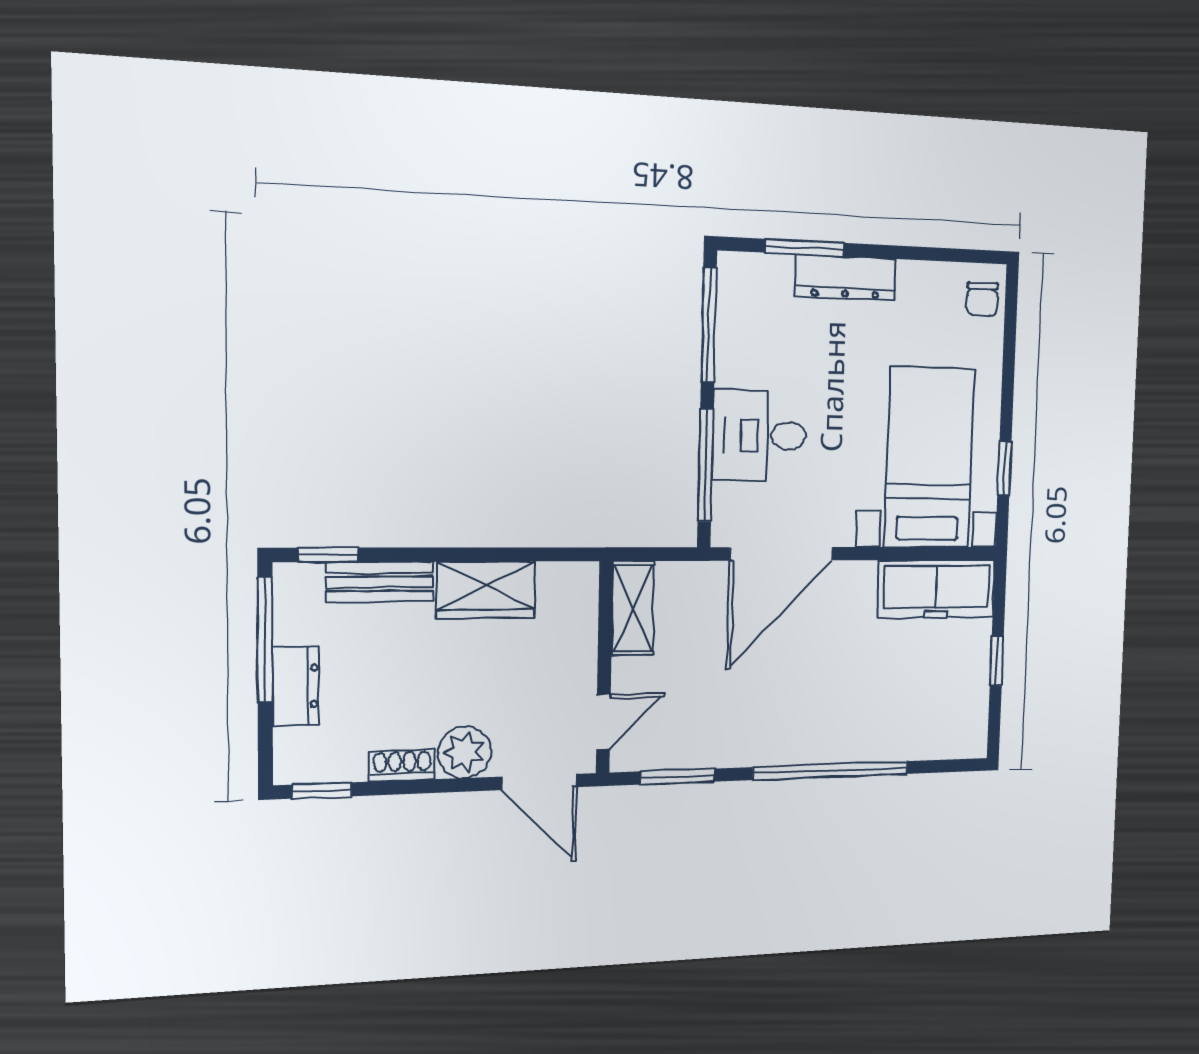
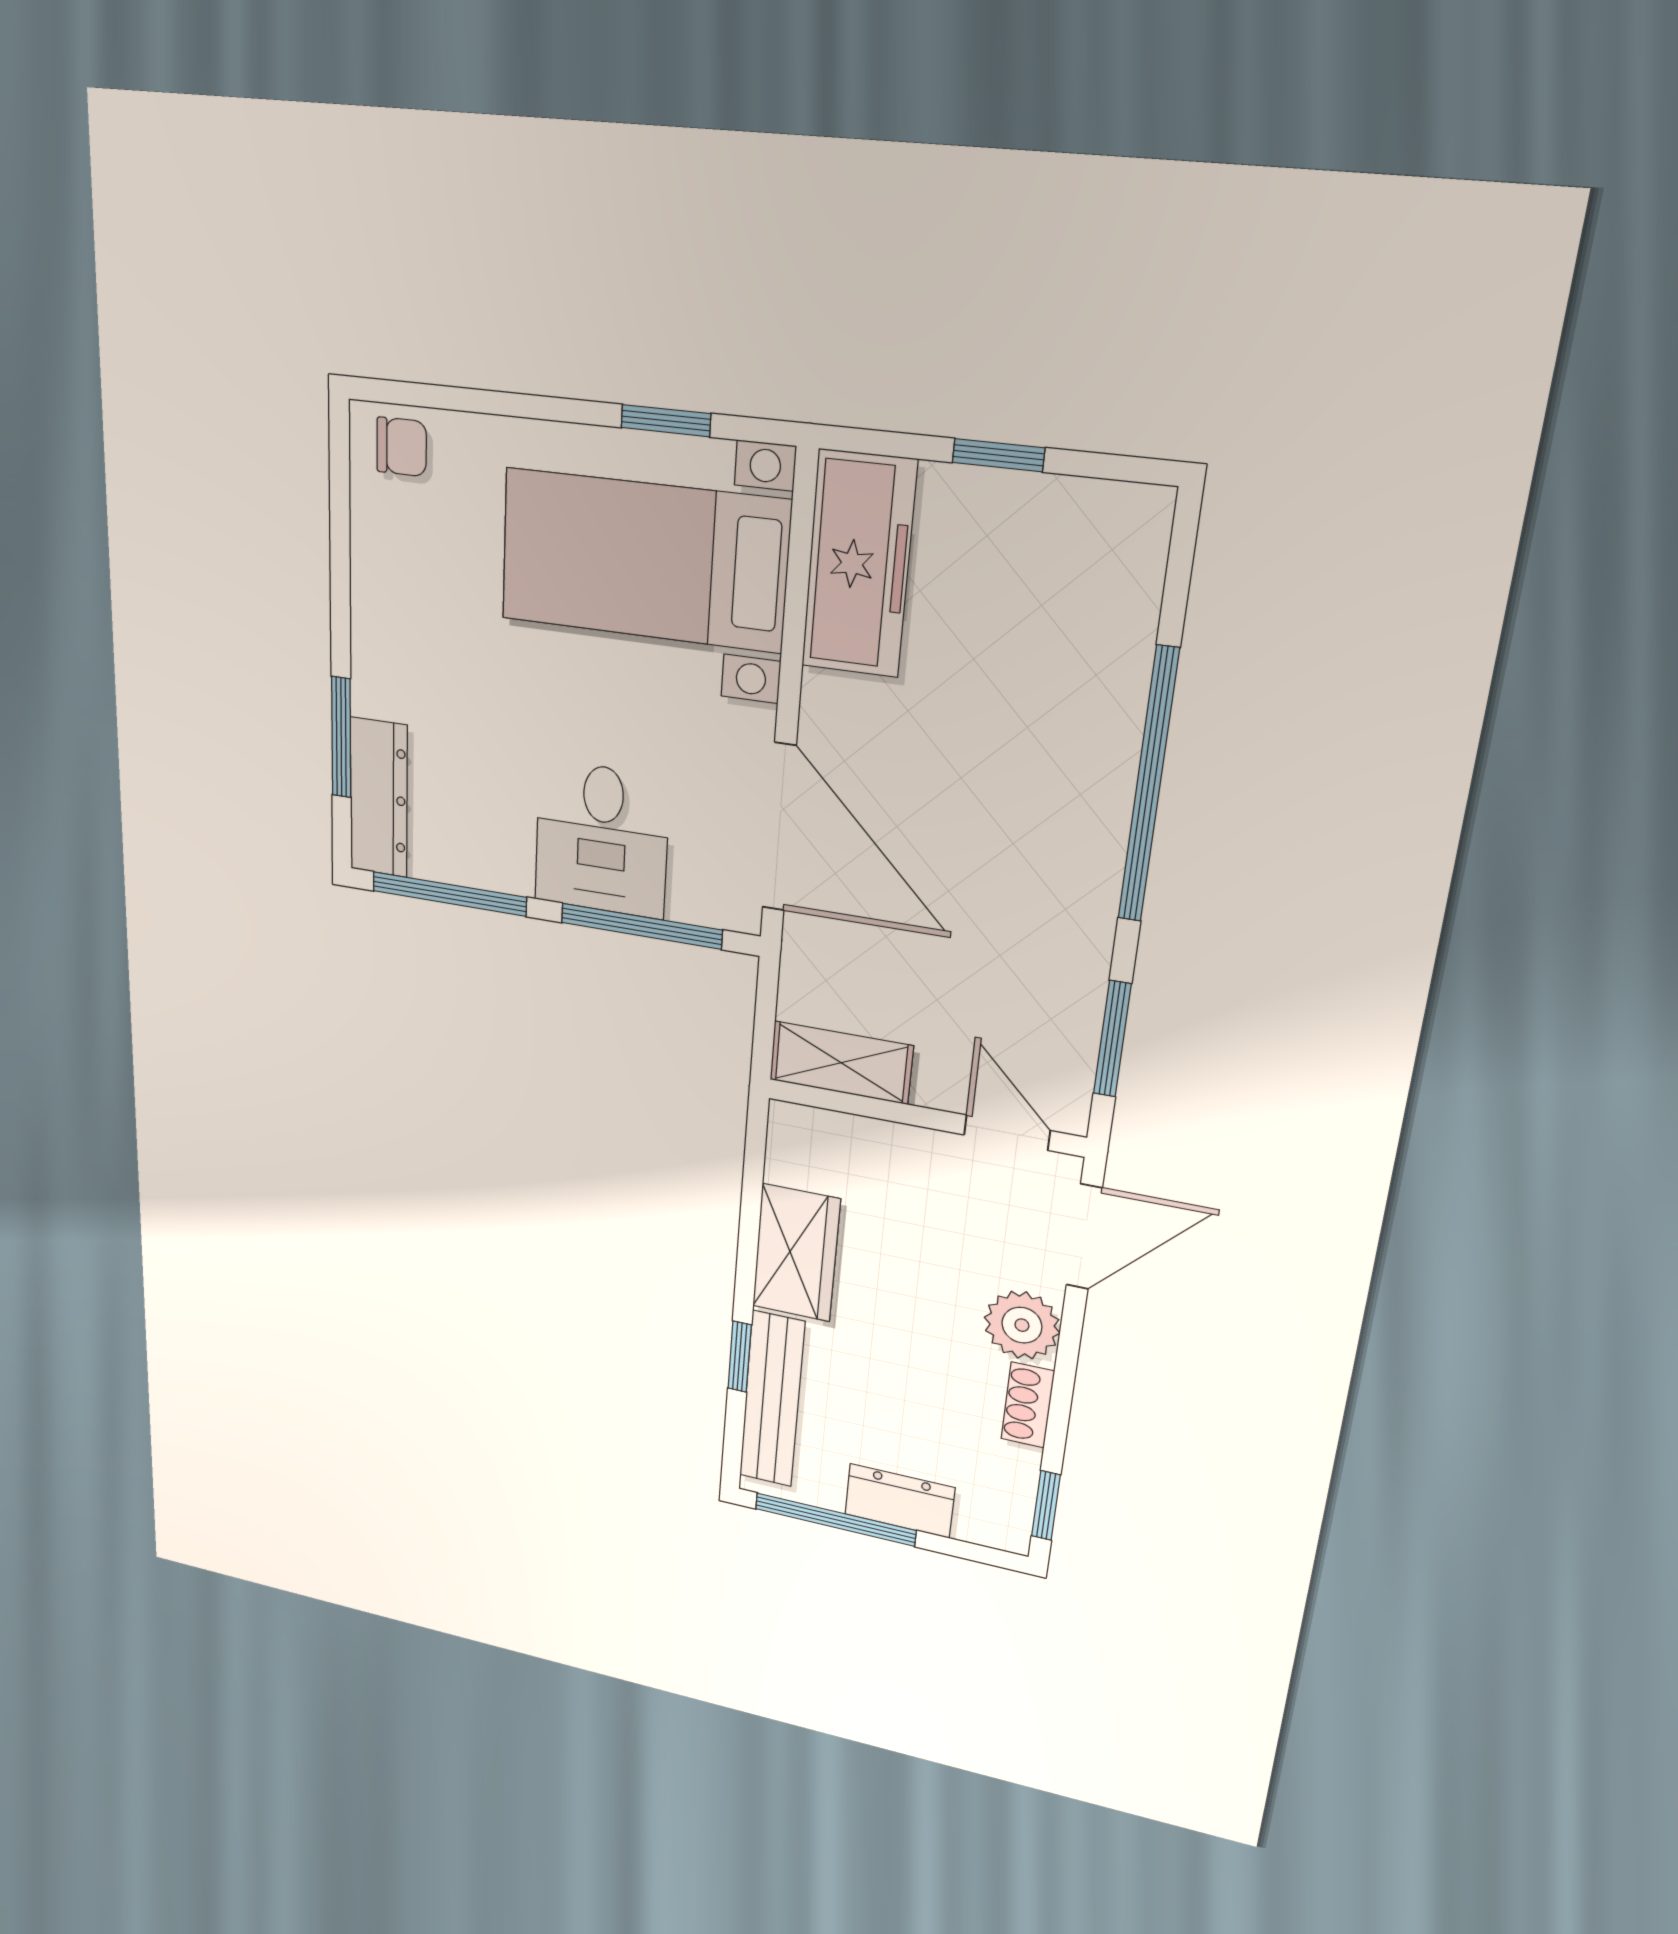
dresser: (846, 278) -> (379, 798), moved
window: (328, 555) -> (740, 1357), moved
bench: (380, 582) -> (772, 1399), width x1.36

